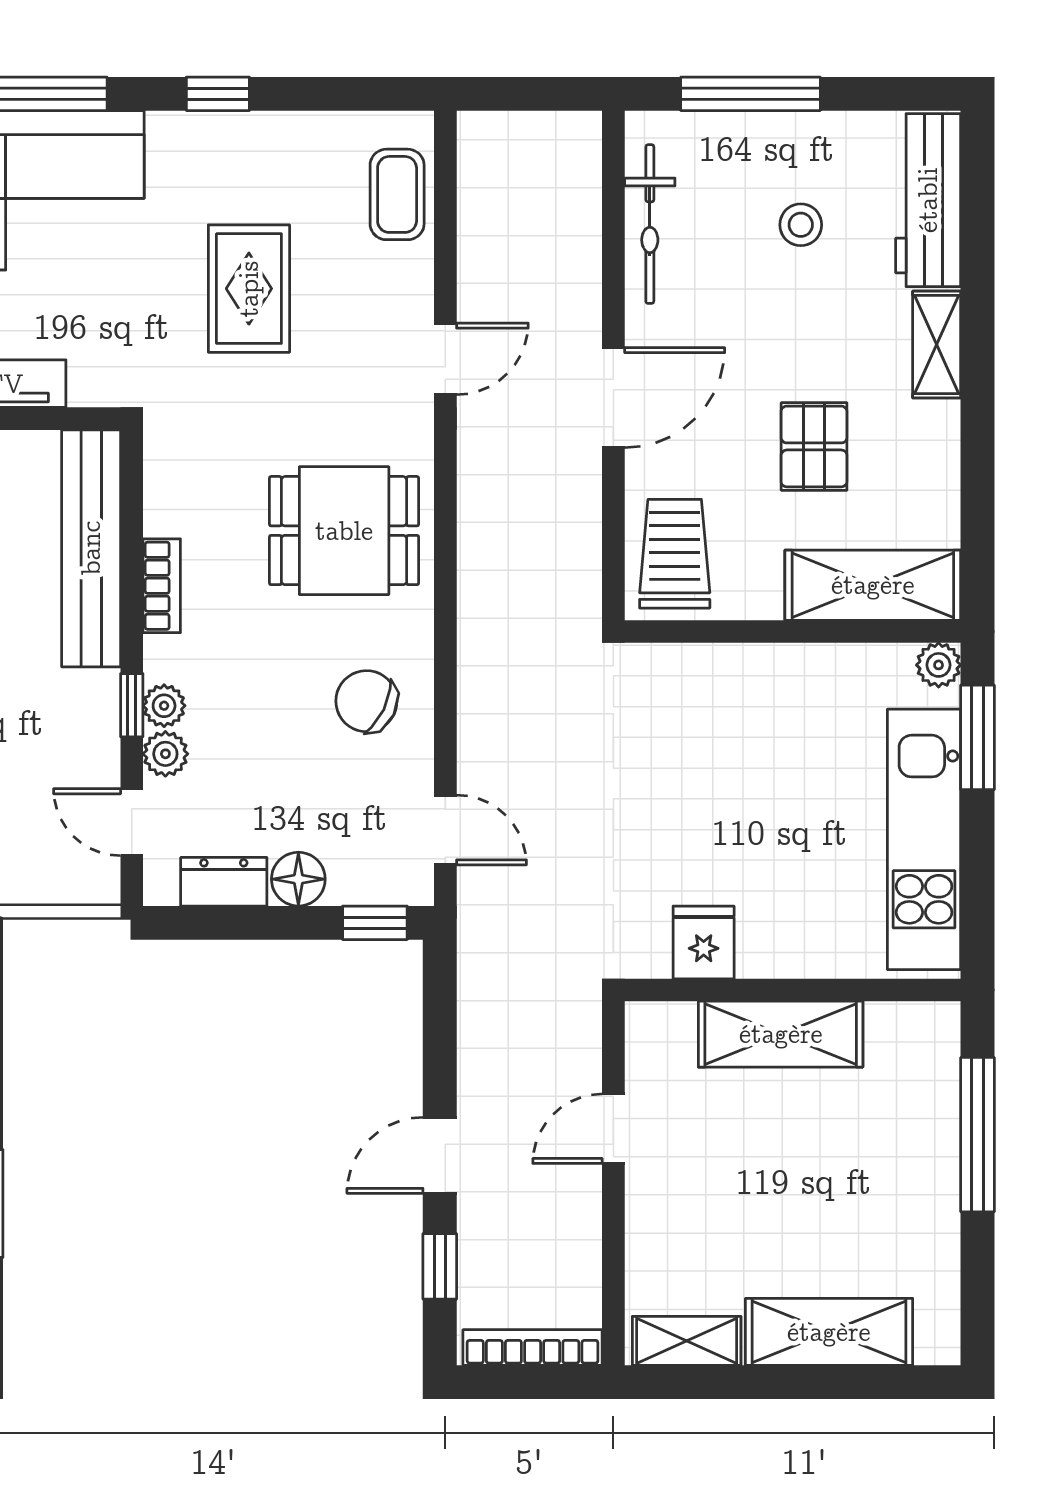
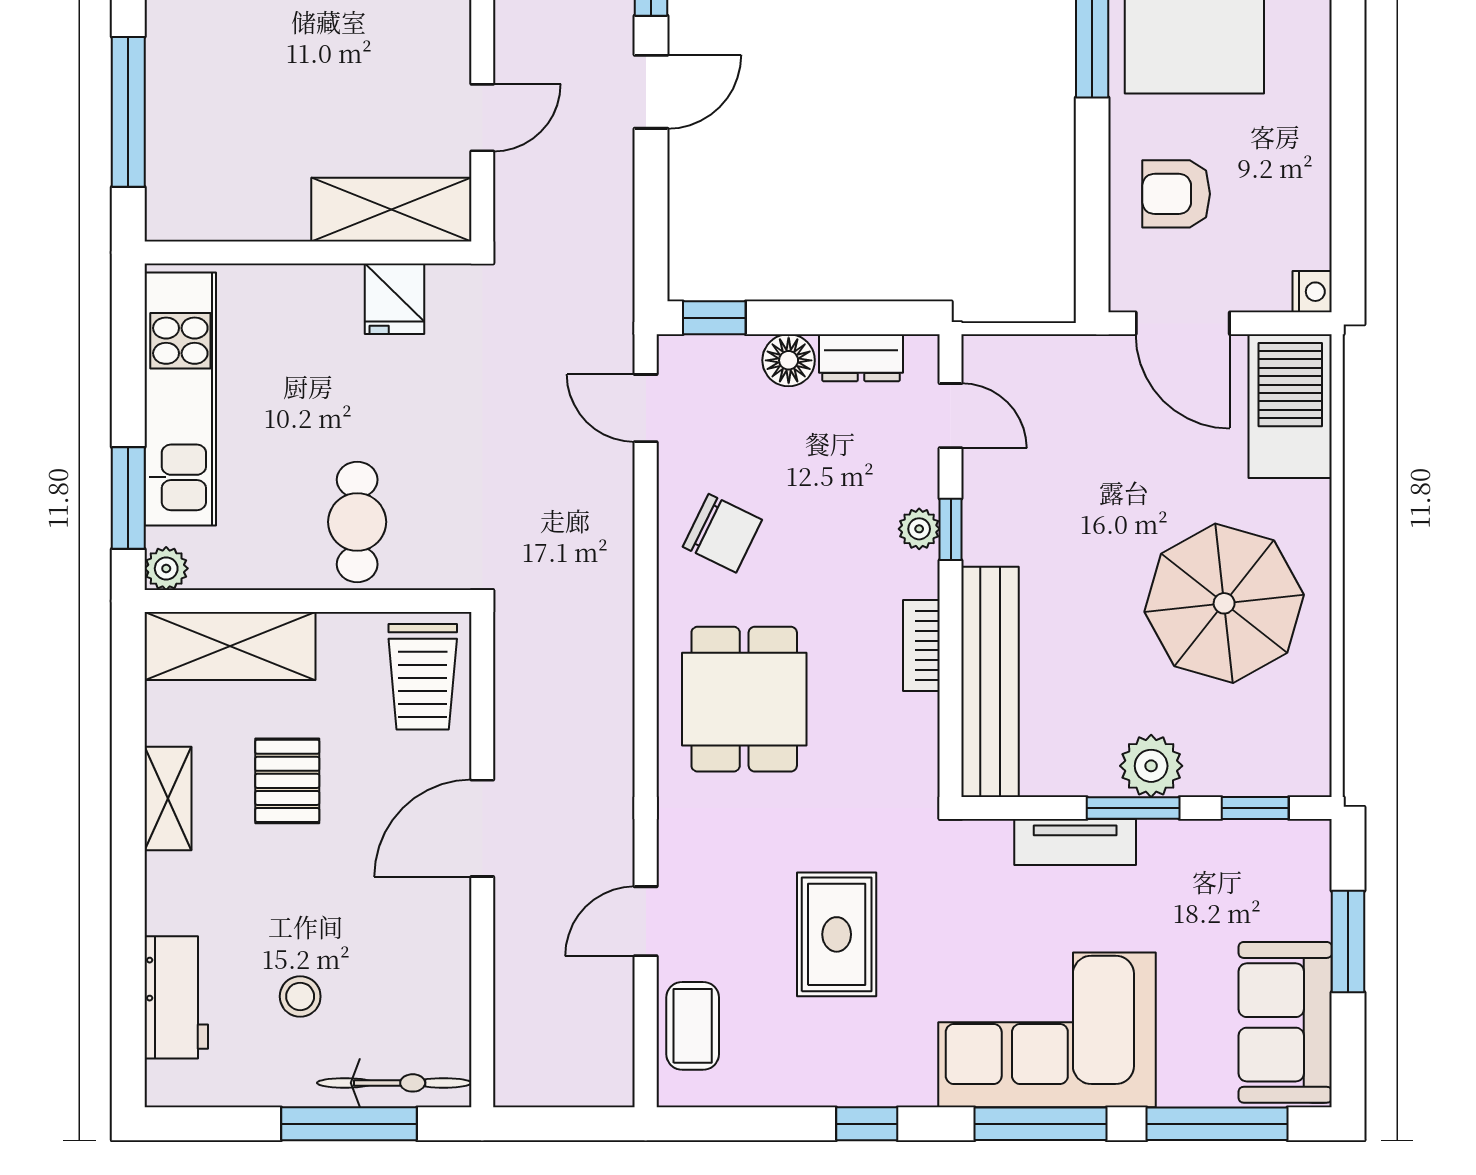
workbench: (928, 200) -> (176, 997), width x0.73
bicycle: (650, 224) -> (394, 1083), moved, turned 90
shelving: (937, 345) -> (168, 799), moved
door: (445, 359) -> (646, 921), moved
dining table: (344, 531) -> (744, 699), turned 90
cafe table: (742, 713) -> (357, 522), added
plant: (165, 754) -> (918, 482), removed
shelving: (781, 1034) -> (391, 210), moved

